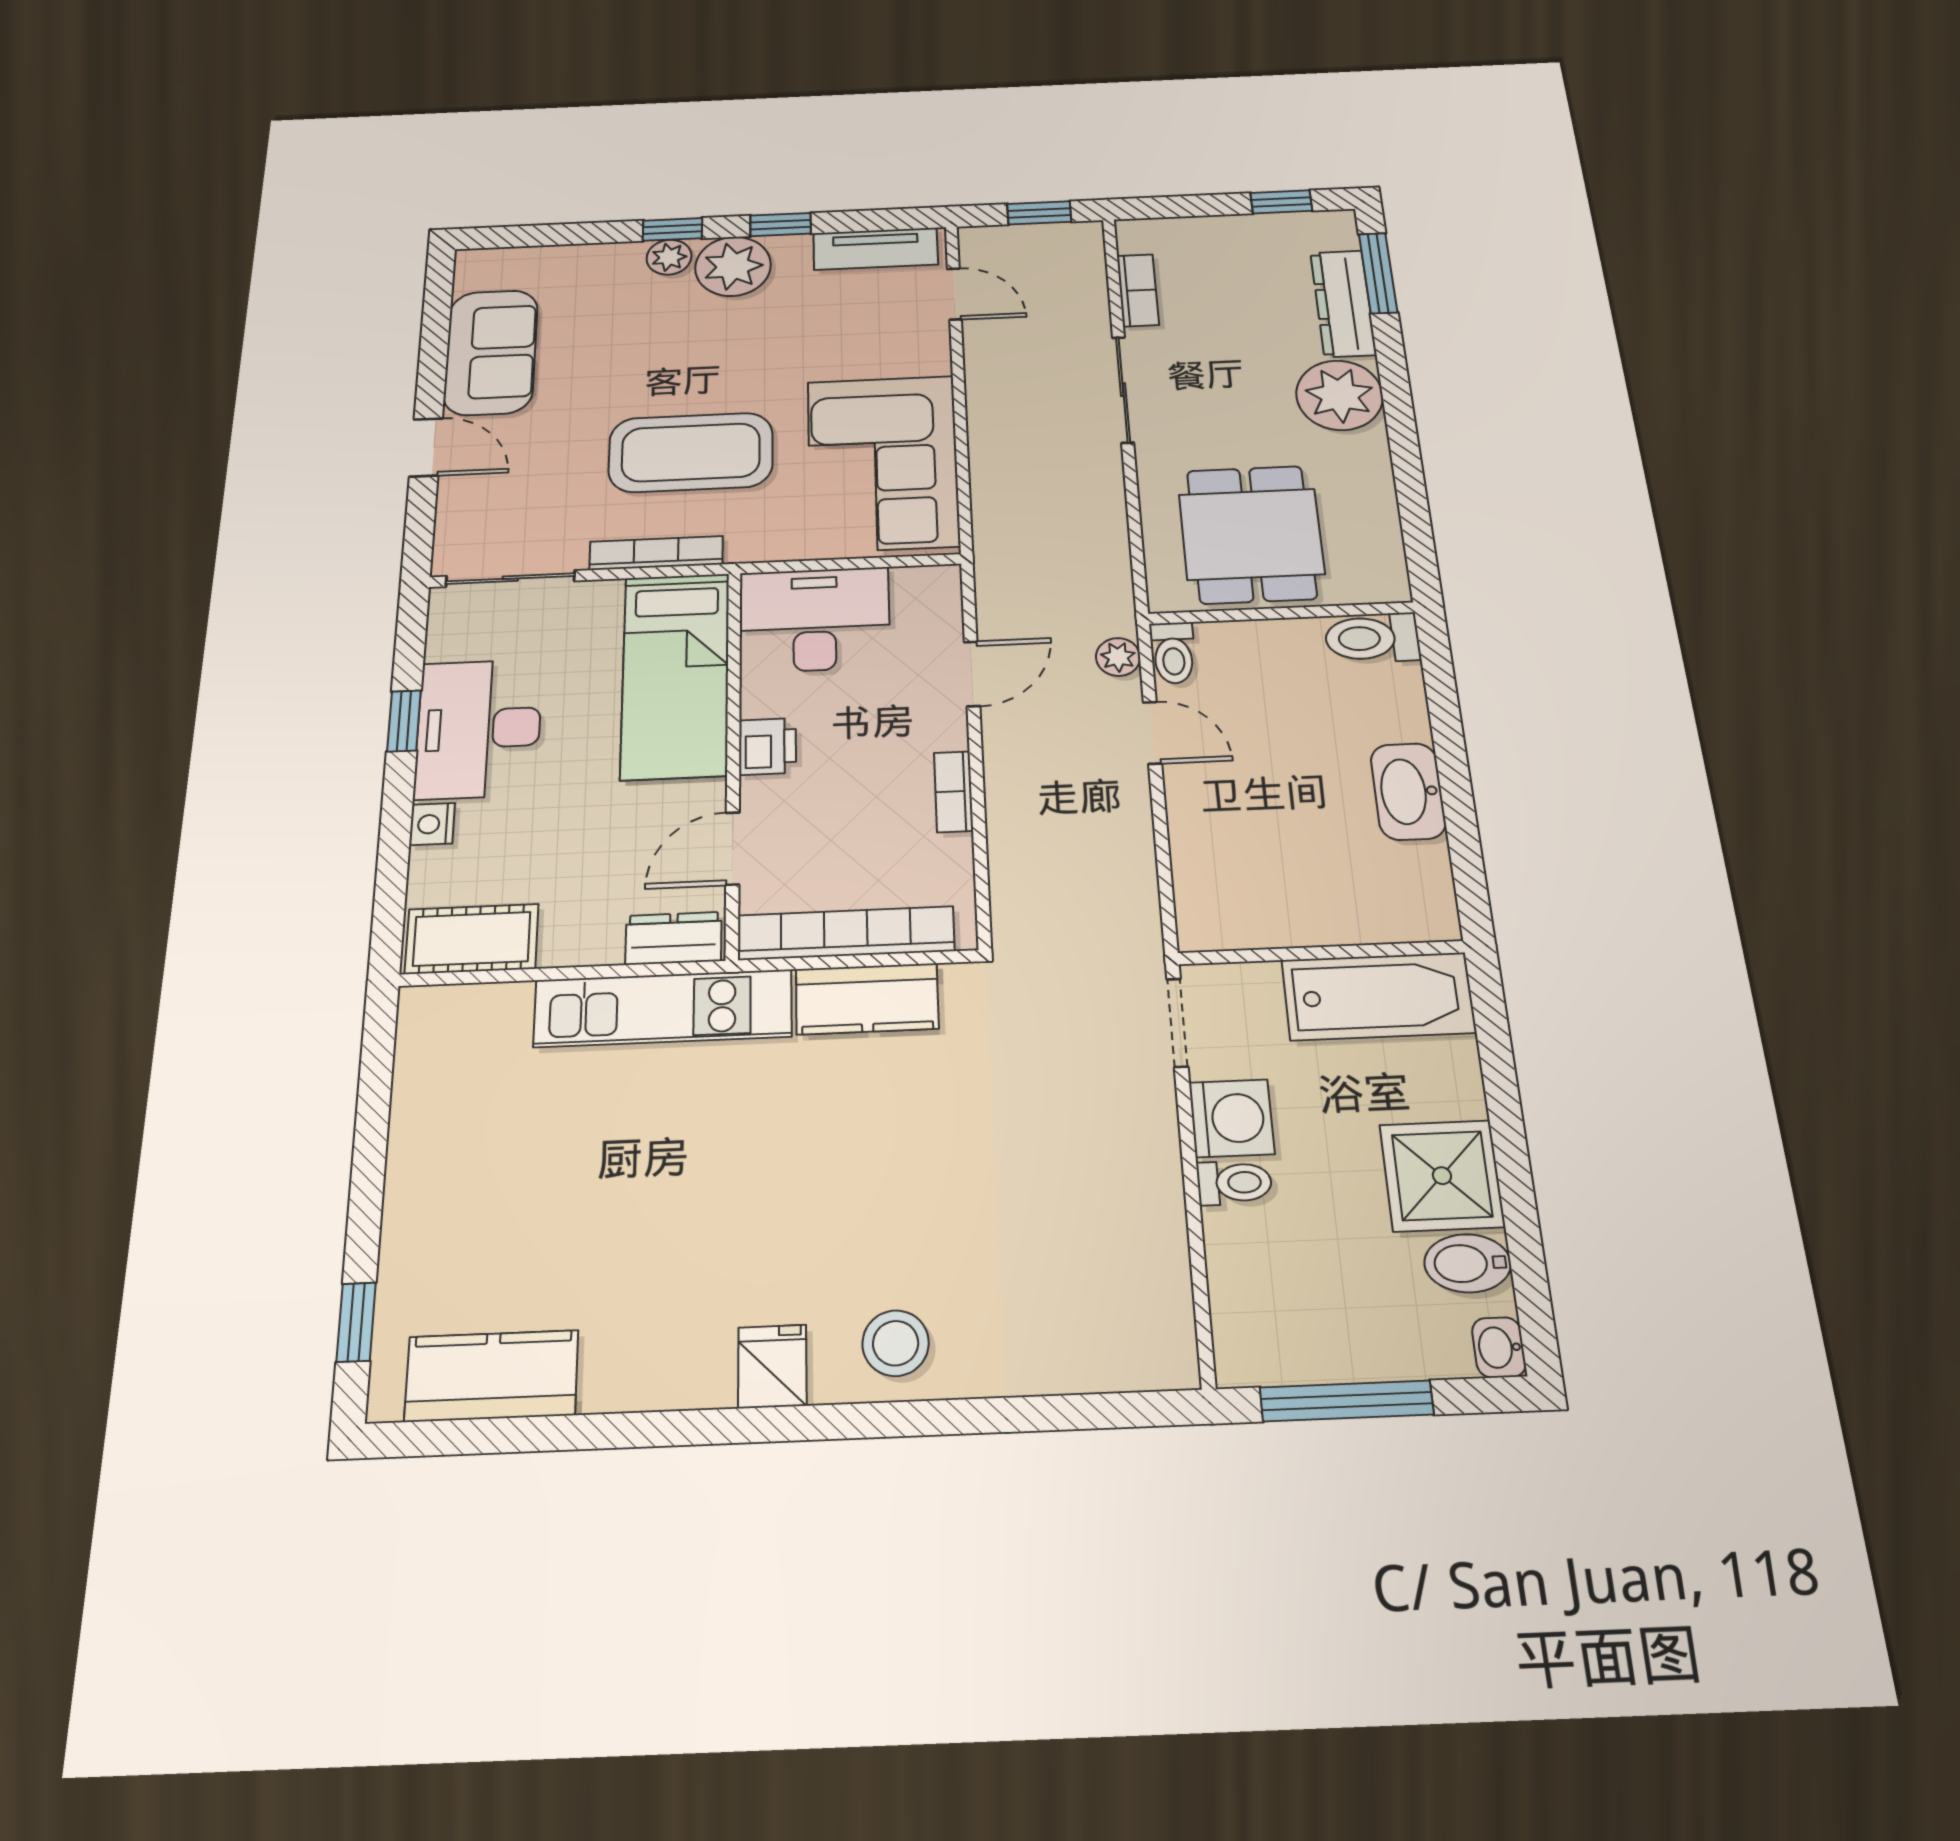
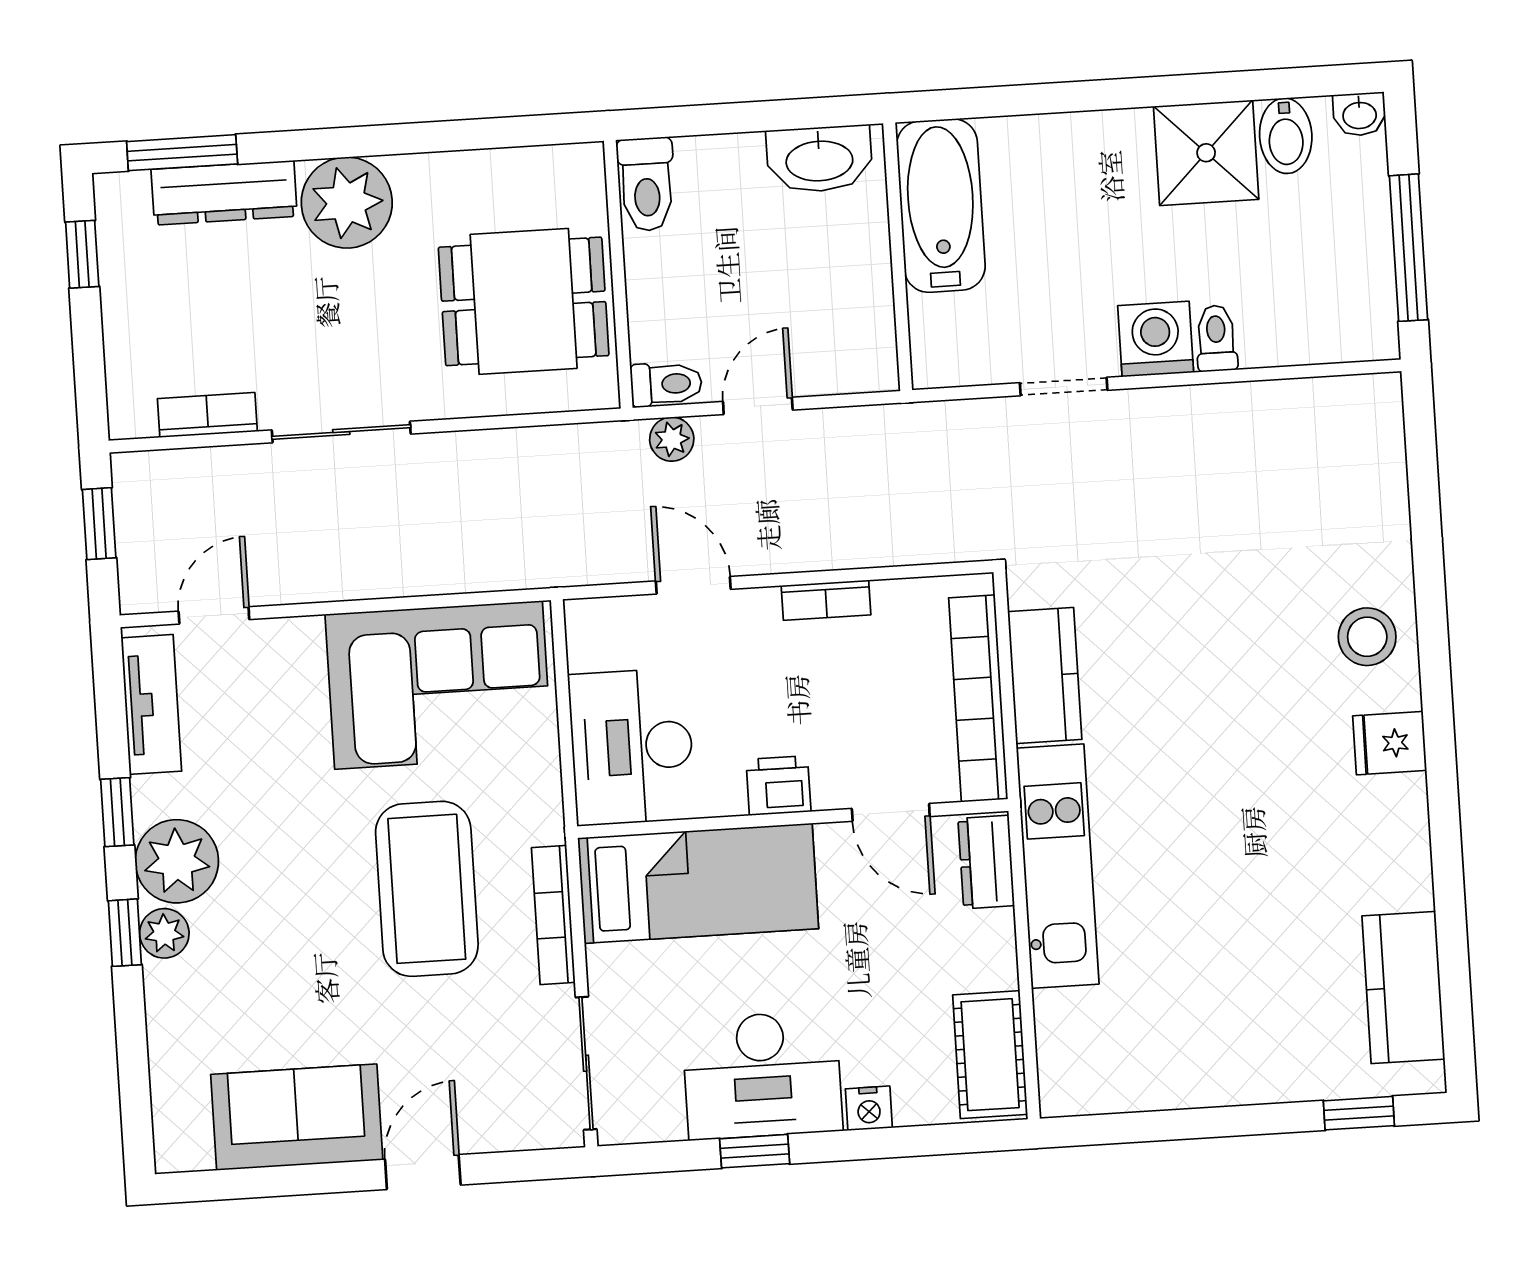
wall: (1321, 953) -> (898, 257), moved
bathtub: (1378, 996) -> (941, 206), moved

